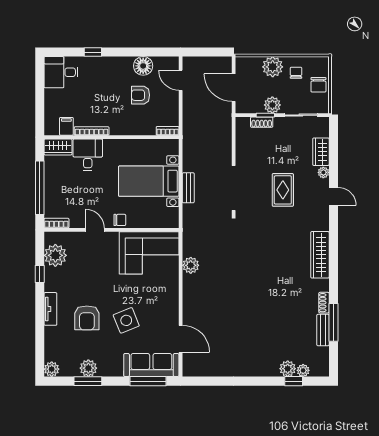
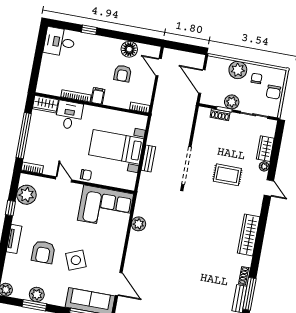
armchair: (141, 95) -> (123, 73), turned -90
filing cabinet: (66, 126) -> (98, 96), moved
rug: (283, 190) -> (227, 175), turned 90

